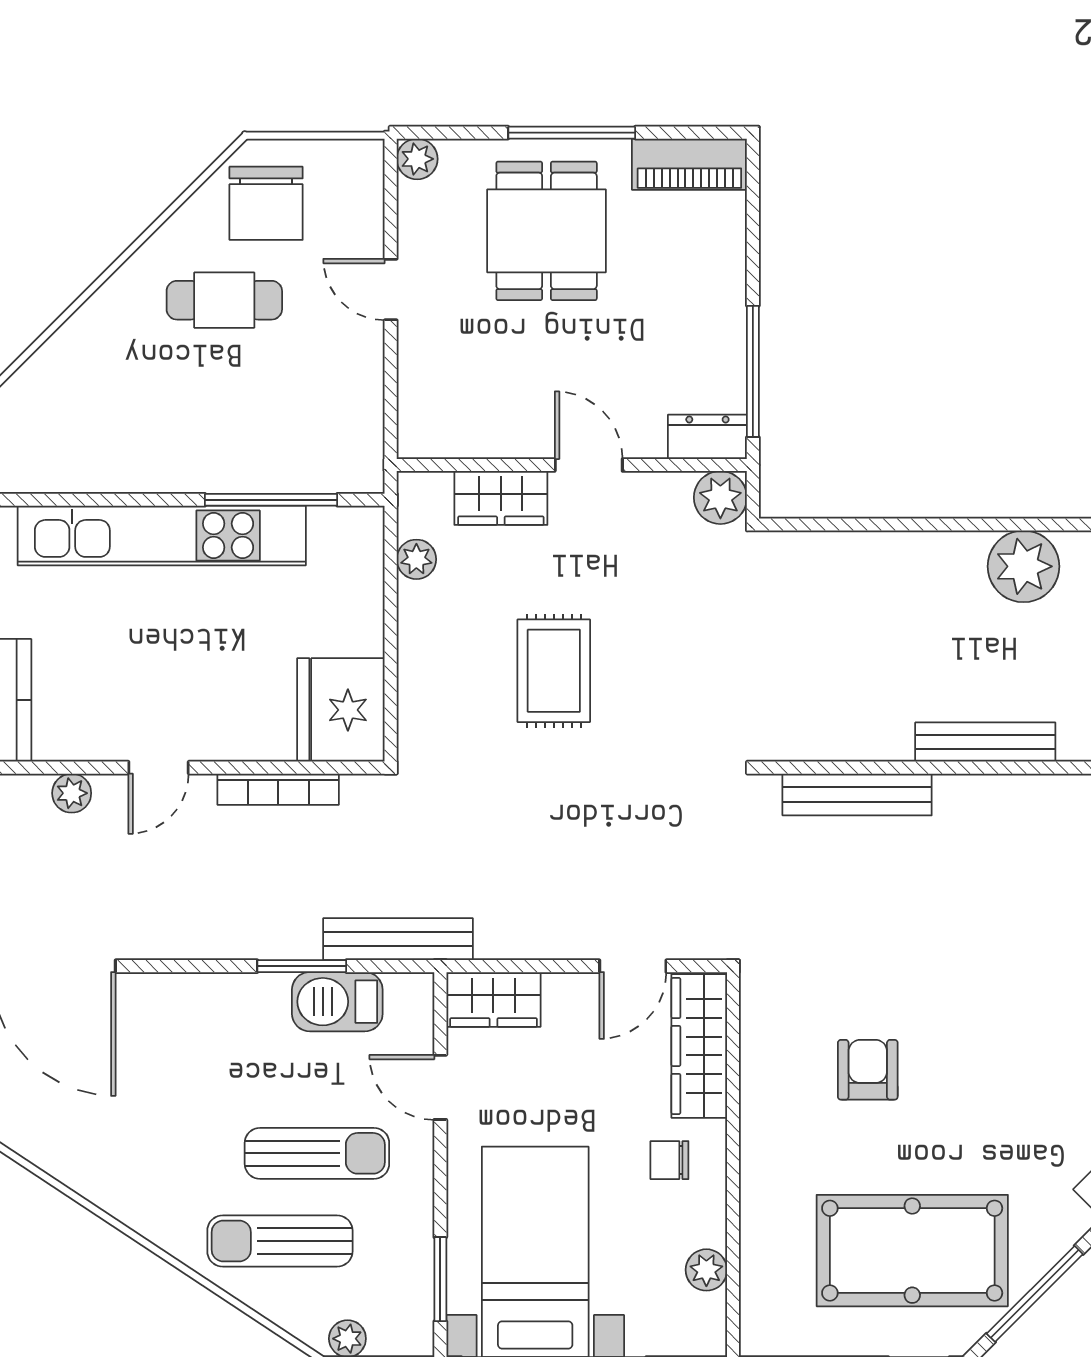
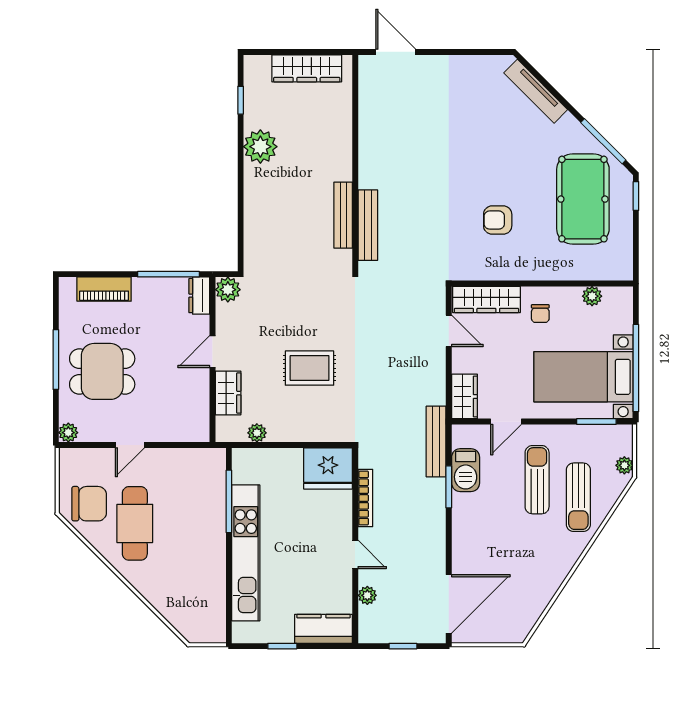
piano: (689, 164) -> (104, 289), moved, turned 90
cafe table: (224, 300) -> (135, 523), width x1.37, depth x1.35
bench: (985, 742) -> (343, 215), moved

